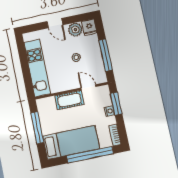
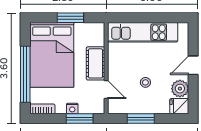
window: (106, 55) -> (141, 119), width x0.69
door: (88, 87) -> (106, 90), hinge flipped
window: (37, 128) -> (70, 18), width x0.69
bed: (71, 142) -> (52, 55), width x1.50

